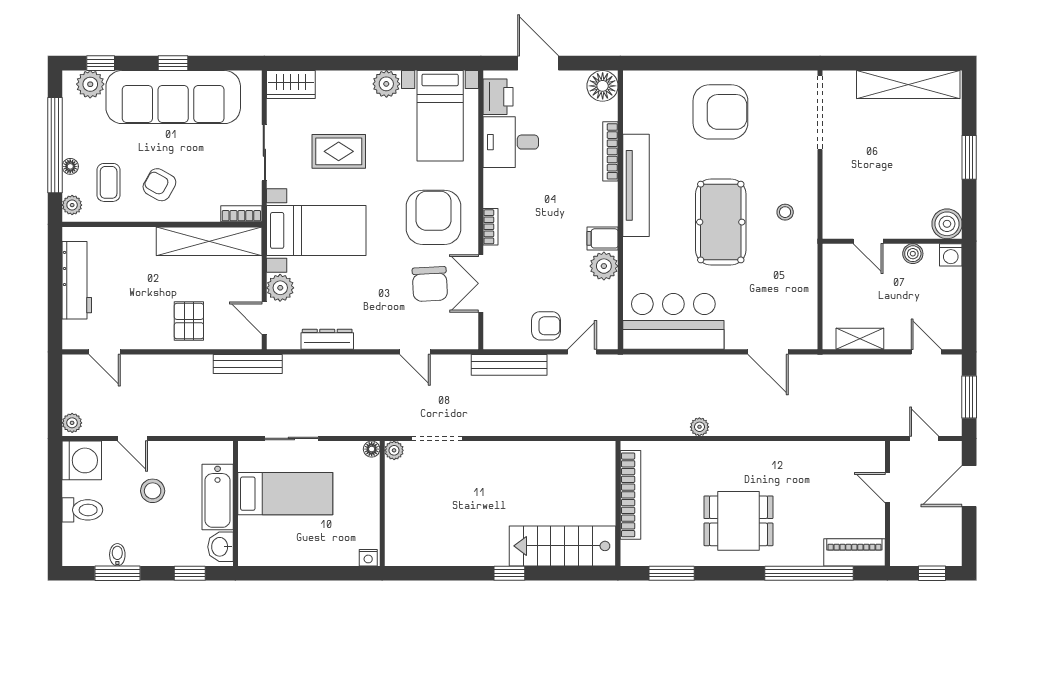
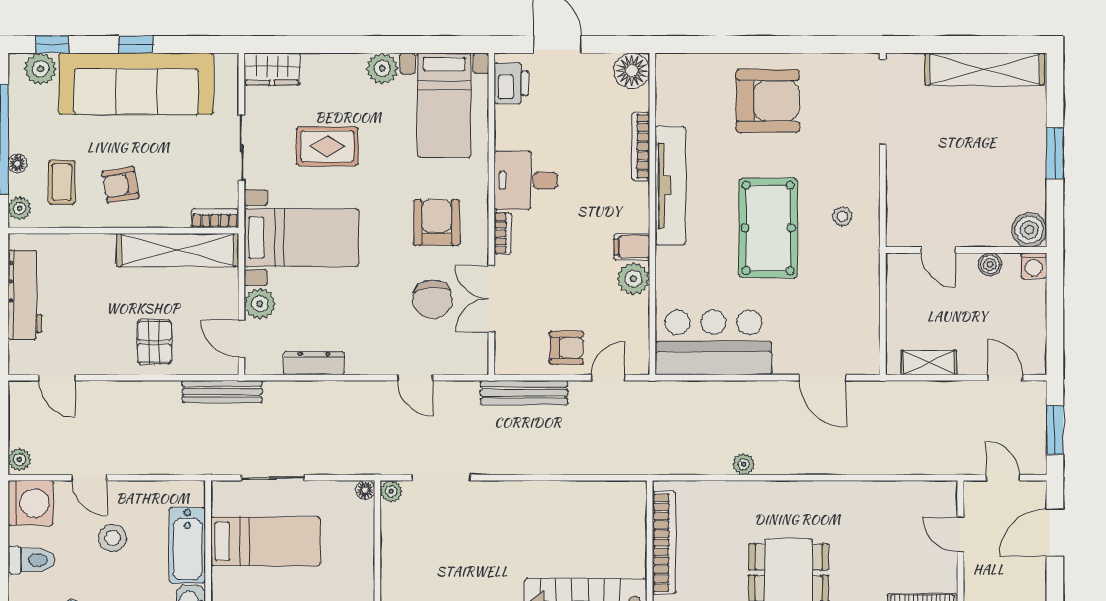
desk: (511, 142) -> (526, 180), moved
armchair: (159, 185) -> (120, 185), turned -39
armchair: (433, 217) -> (437, 222), width x0.73, depth x0.73

